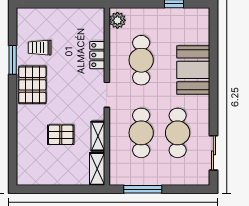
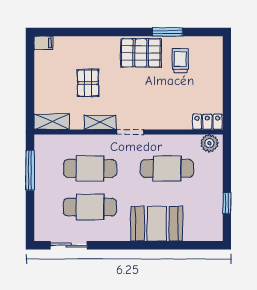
locker: (97, 55) -> (207, 122), moved
shelving: (98, 136) -> (100, 122), moved
filing cabinet: (23, 177) -> (43, 43), added

